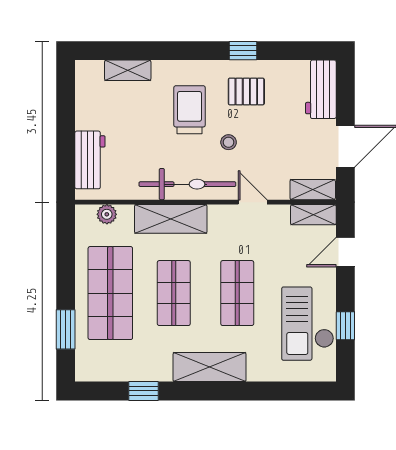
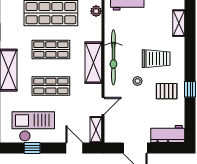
pallet: (246, 91) -> (167, 91), turned 90
shelving: (313, 190) -> (110, 129), removed
door: (253, 202) -> (103, 106), moved
shelving: (171, 219) -> (93, 63), moved

